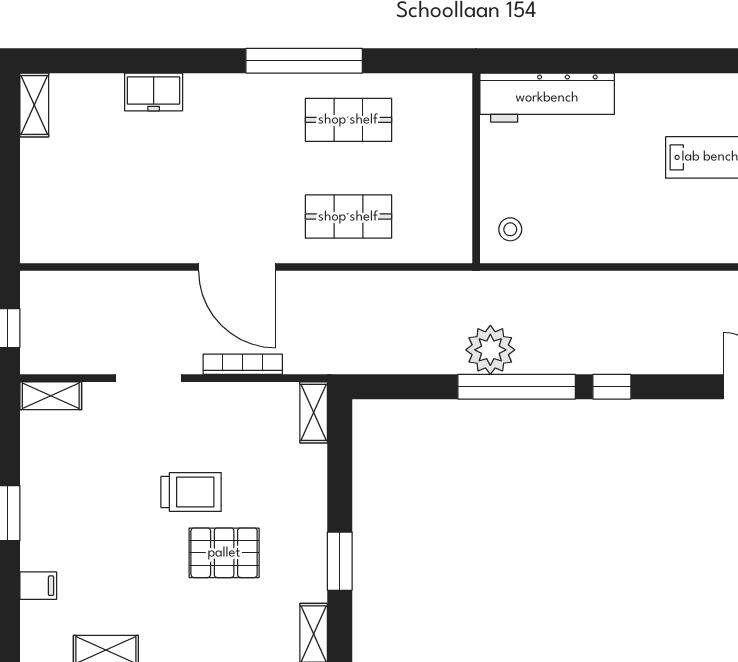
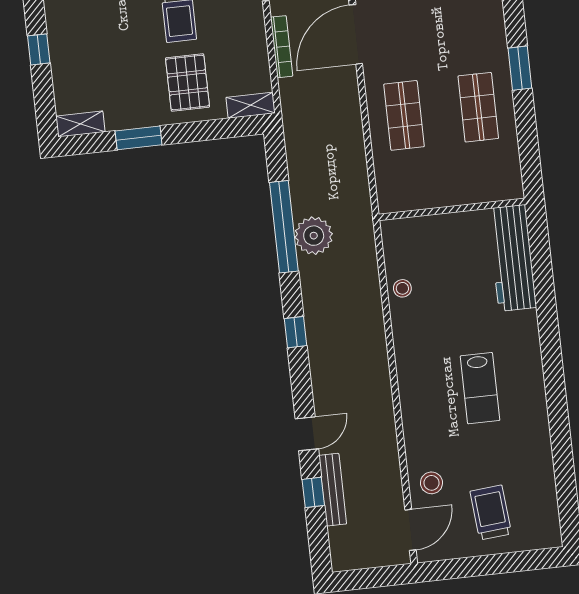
window: (304, 61) -> (520, 68), width x0.47
stool: (510, 229) -> (402, 288), moved
window: (517, 387) -> (284, 227), moved
pallet: (224, 553) -> (187, 82), moved

